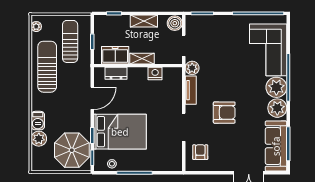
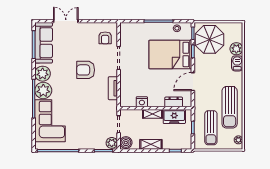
plant: (192, 68) -> (112, 143), moved

